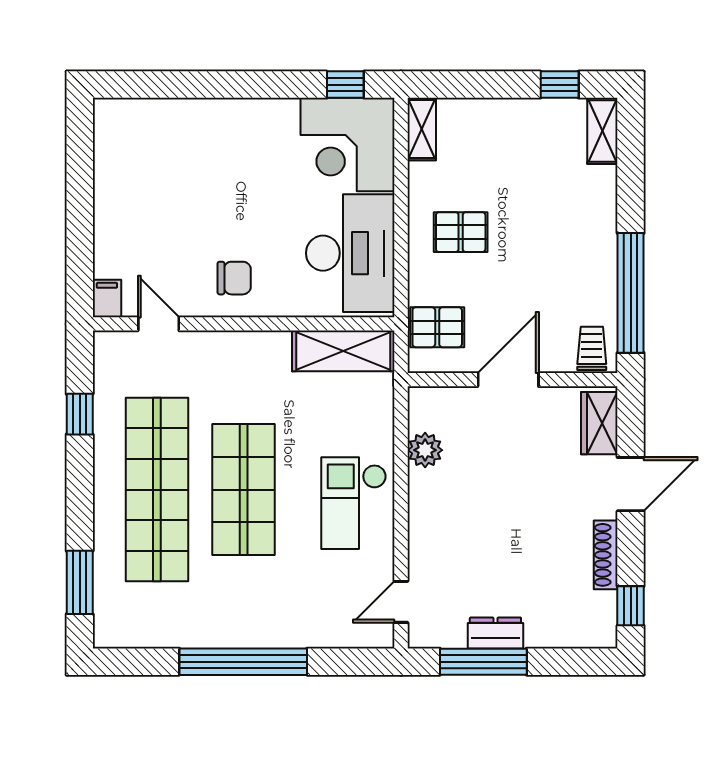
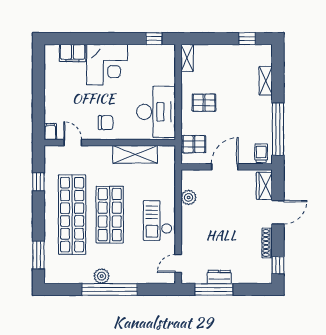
filing cabinet: (158, 118) -> (72, 53), added
shelving: (602, 131) -> (266, 81), moved
corner desk: (348, 145) -> (107, 65), moved, turned -90
shelving: (343, 351) -> (135, 154), moved
plant: (225, 631) -> (102, 276), added

